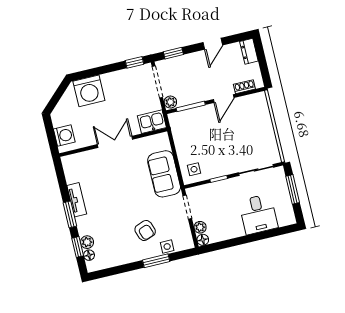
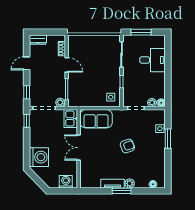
door: (213, 44) -> (27, 63), swing flipped
sofa: (164, 174) -> (96, 119), moved
armchair: (145, 230) -> (127, 146), moved
plant: (87, 242) -> (130, 183), moved
window: (78, 247) -> (145, 191), removed

